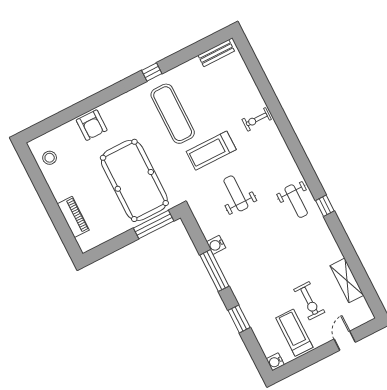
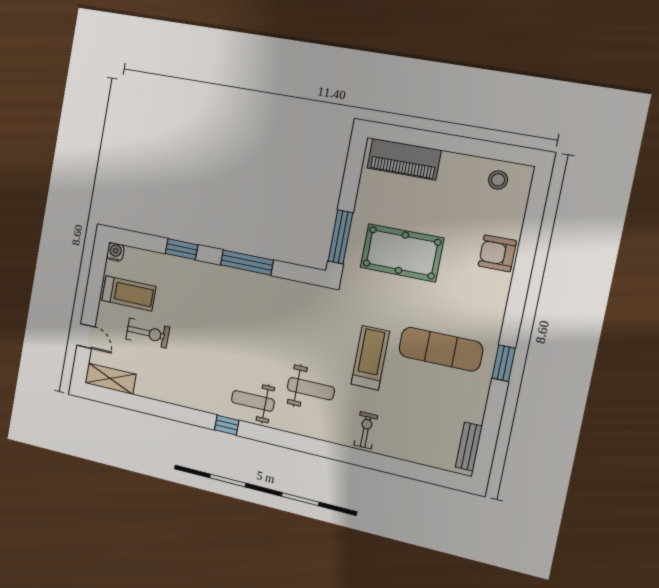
window: (152, 72) -> (504, 363), width x1.50
pool table: (134, 180) -> (402, 253), width x0.73, depth x0.76
weight bench: (236, 193) -> (311, 389), moved
piano: (73, 217) -> (404, 159), width x1.37, depth x1.33
water cooler: (216, 245) -> (271, 285), removed
shelving: (347, 280) -> (110, 379), moved
exercise bike: (309, 301) -> (148, 333), turned 180

